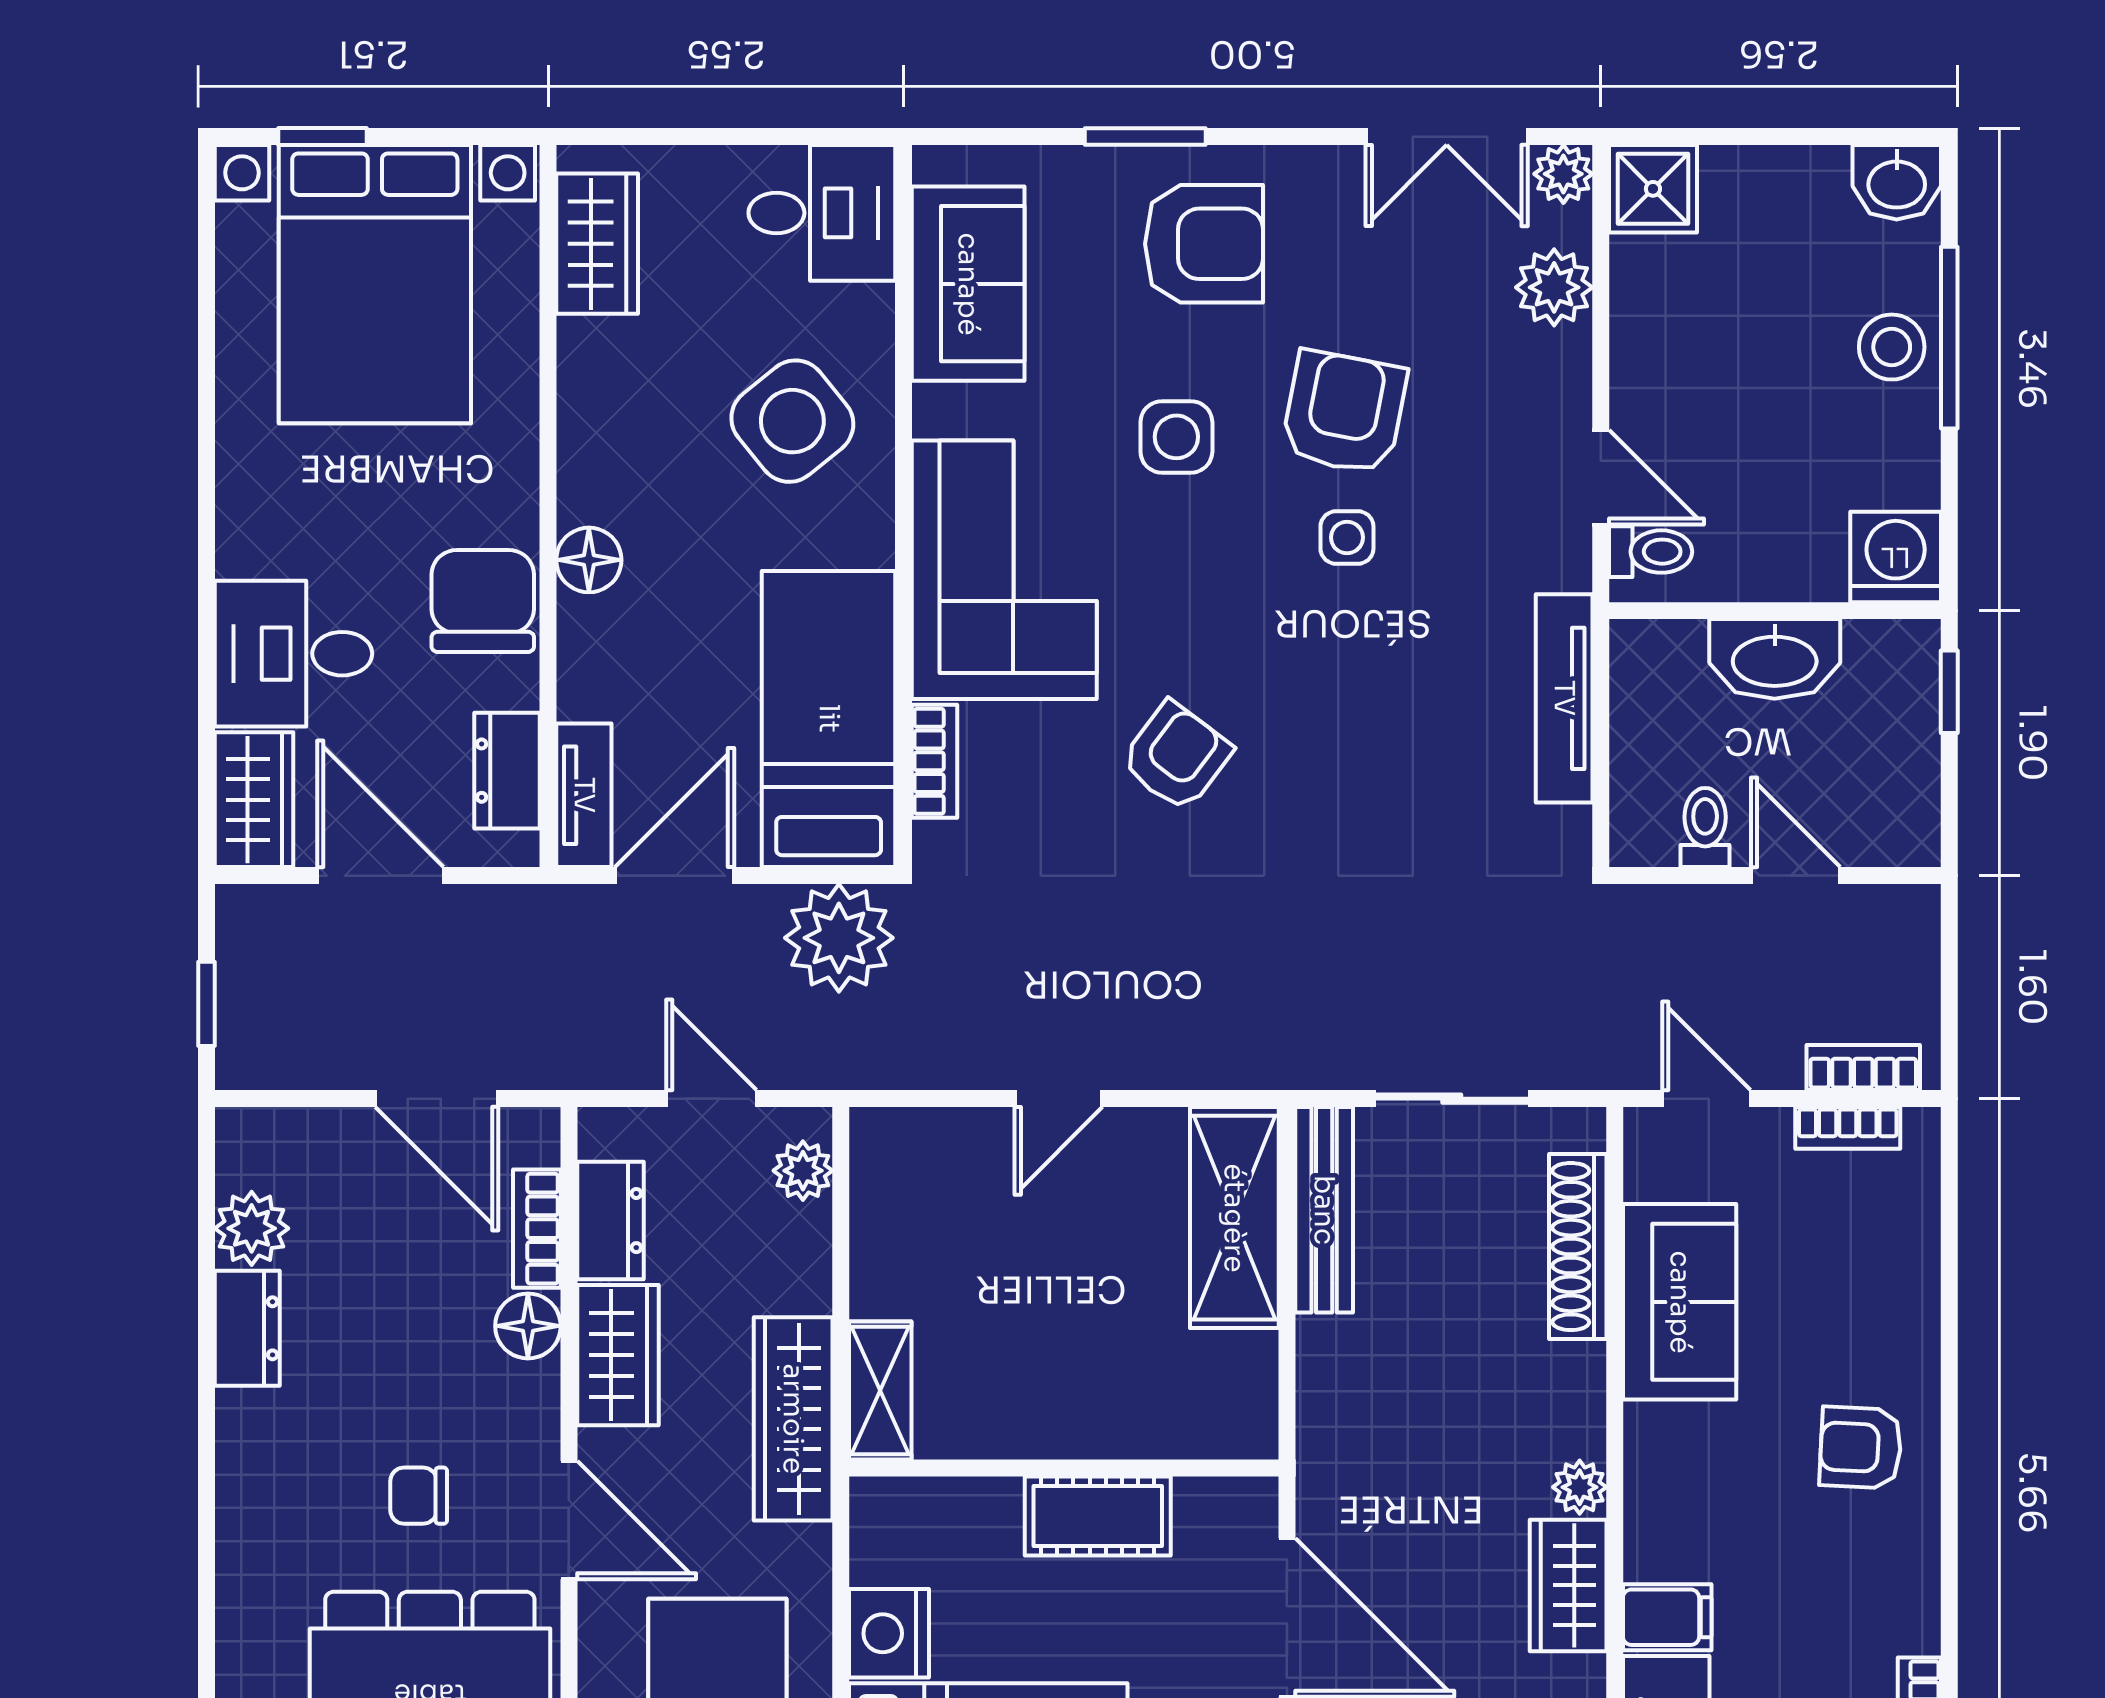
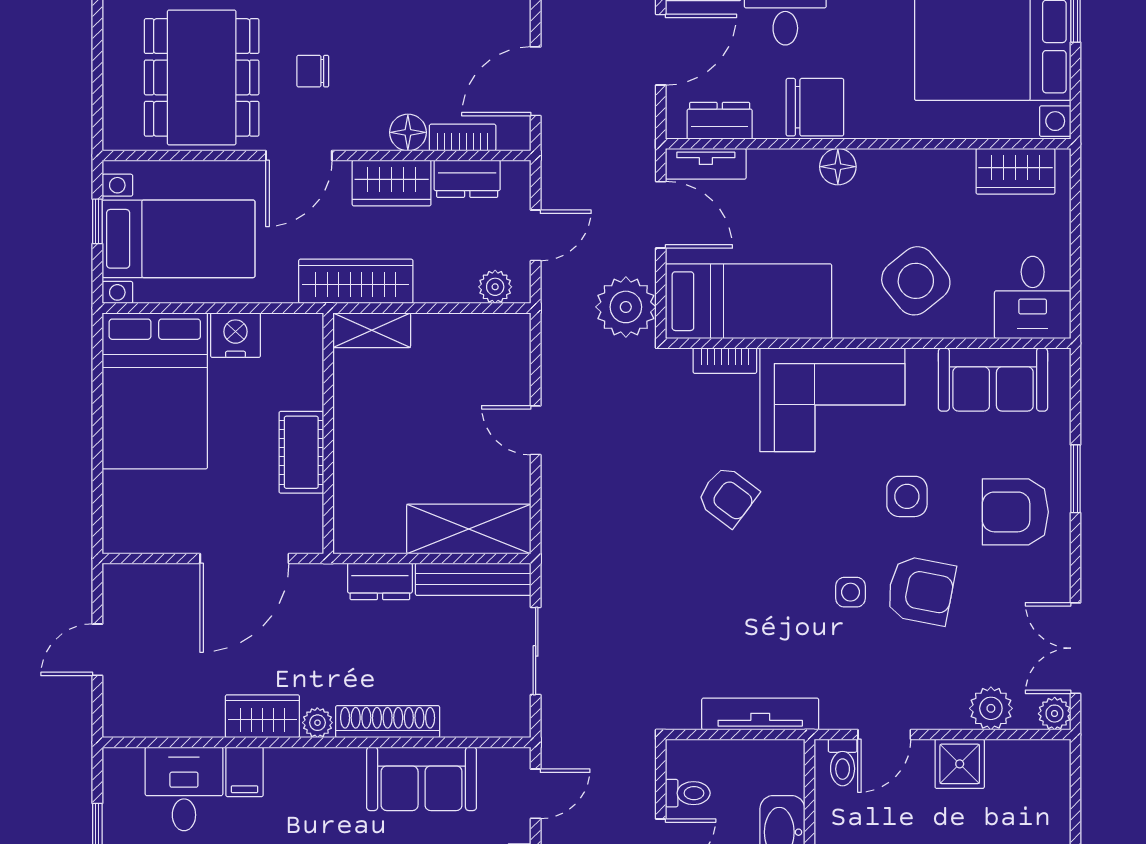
shower: (1653, 189) -> (960, 764), moved
armchair: (1204, 244) -> (1015, 512), turned 90
shoe rack: (1578, 1247) -> (388, 722), moved
dresser: (1328, 1376) -> (380, 581), added
chair: (419, 1496) -> (313, 71), turned -90

